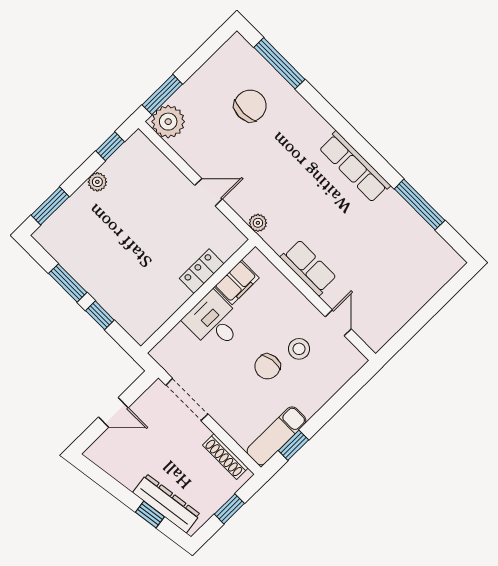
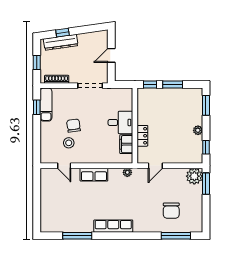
locker: (202, 271) -> (142, 136), moved
filing cabinet: (237, 282) -> (126, 144), moved
wall: (198, 296) -> (135, 126), moved
desk: (214, 322) -> (120, 122), moved

